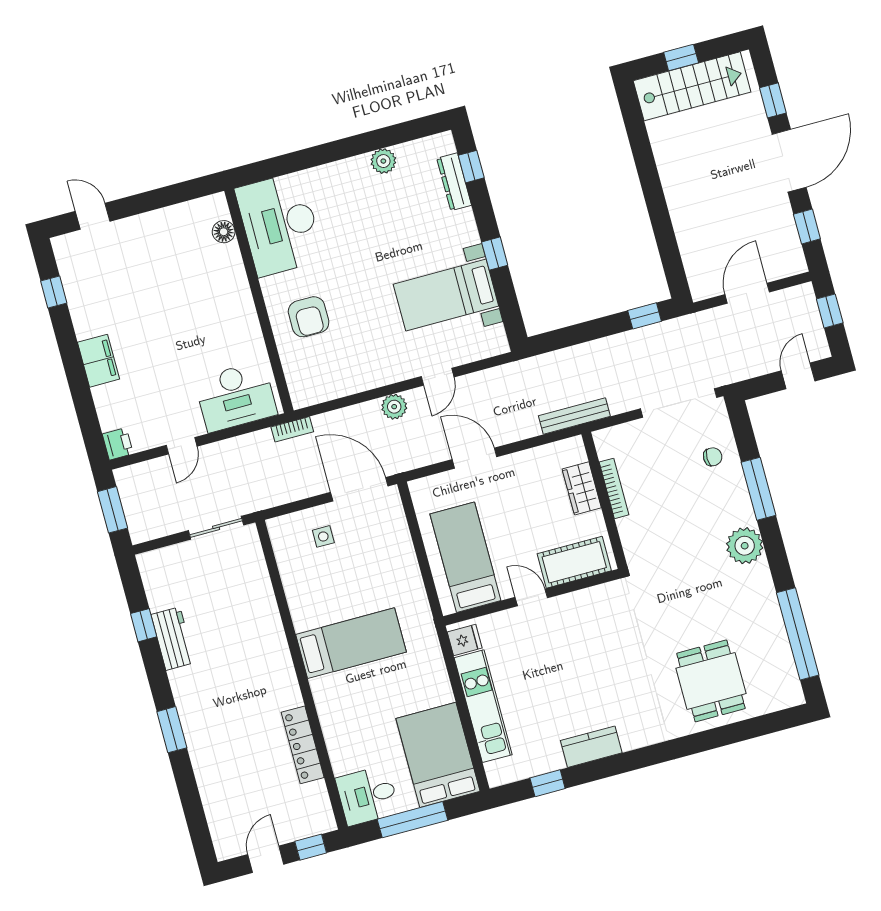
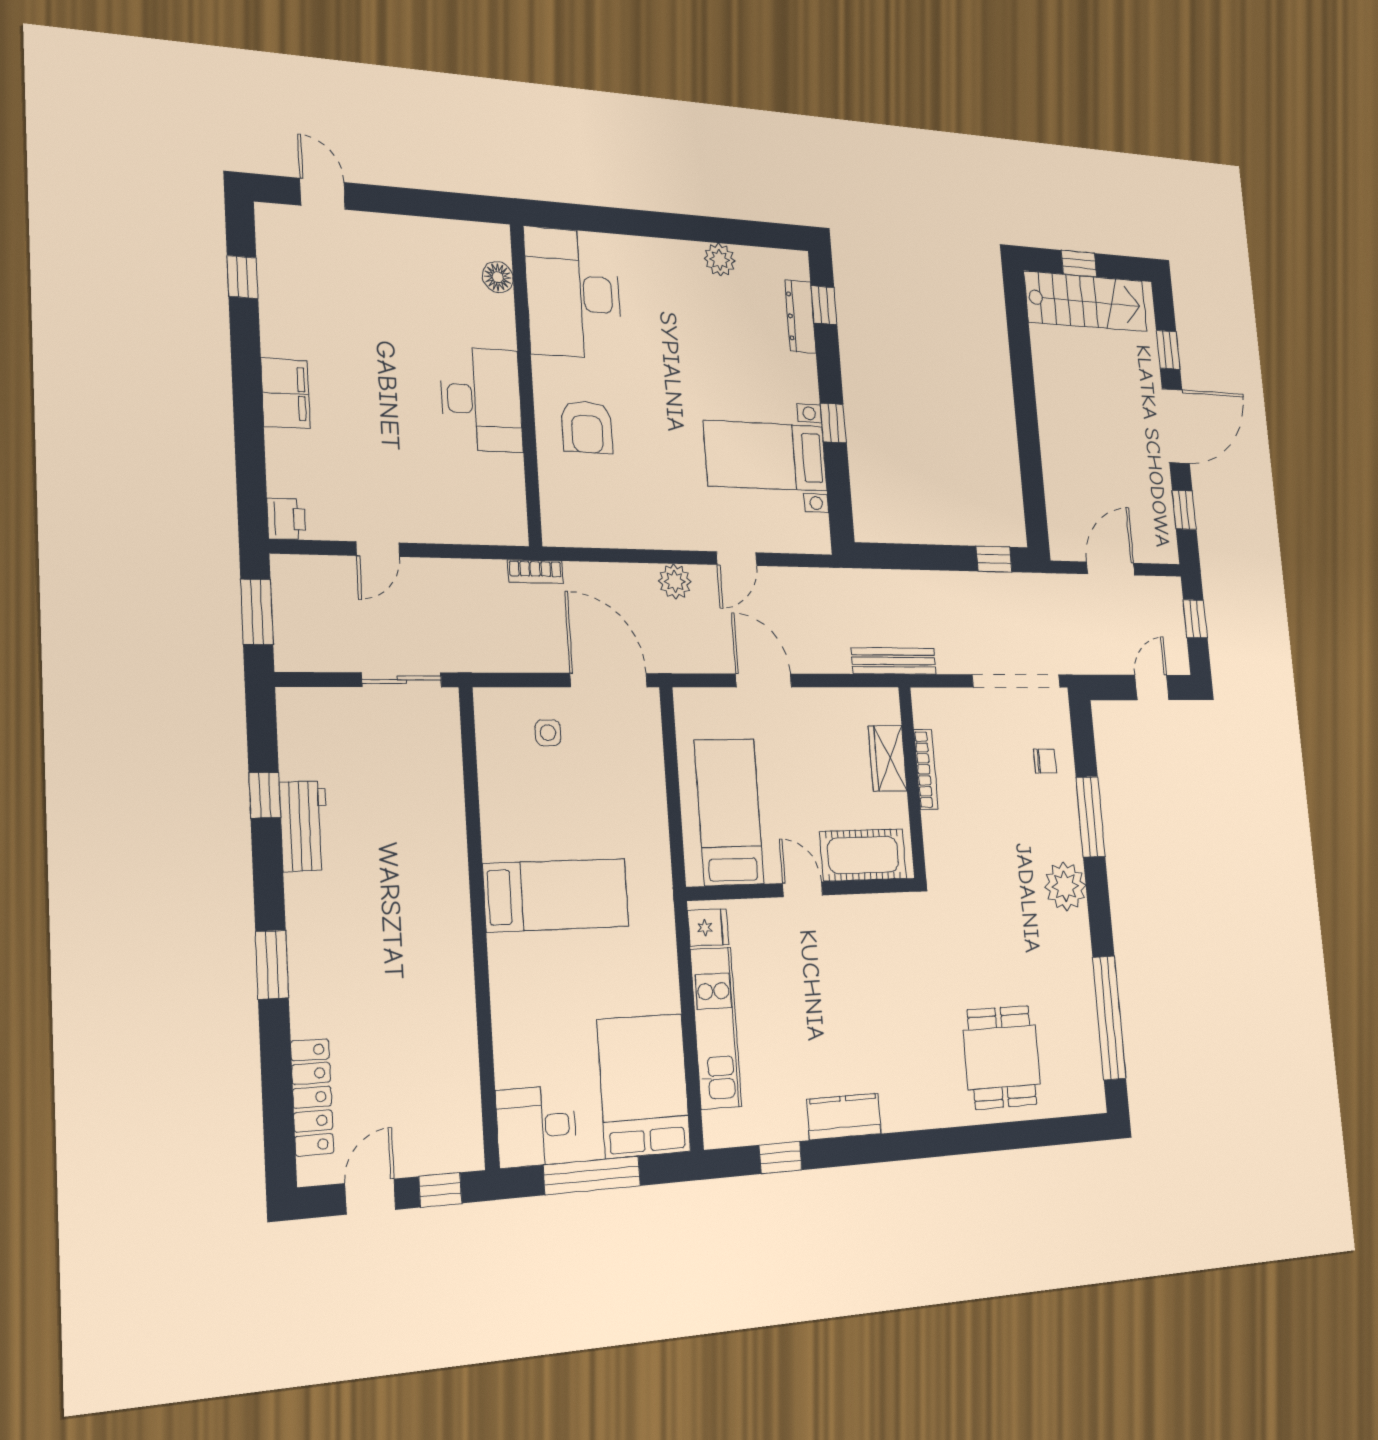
desk: (236, 397) -> (481, 399), moved, turned -90
locker: (303, 745) -> (312, 1097), moved, turned 180

